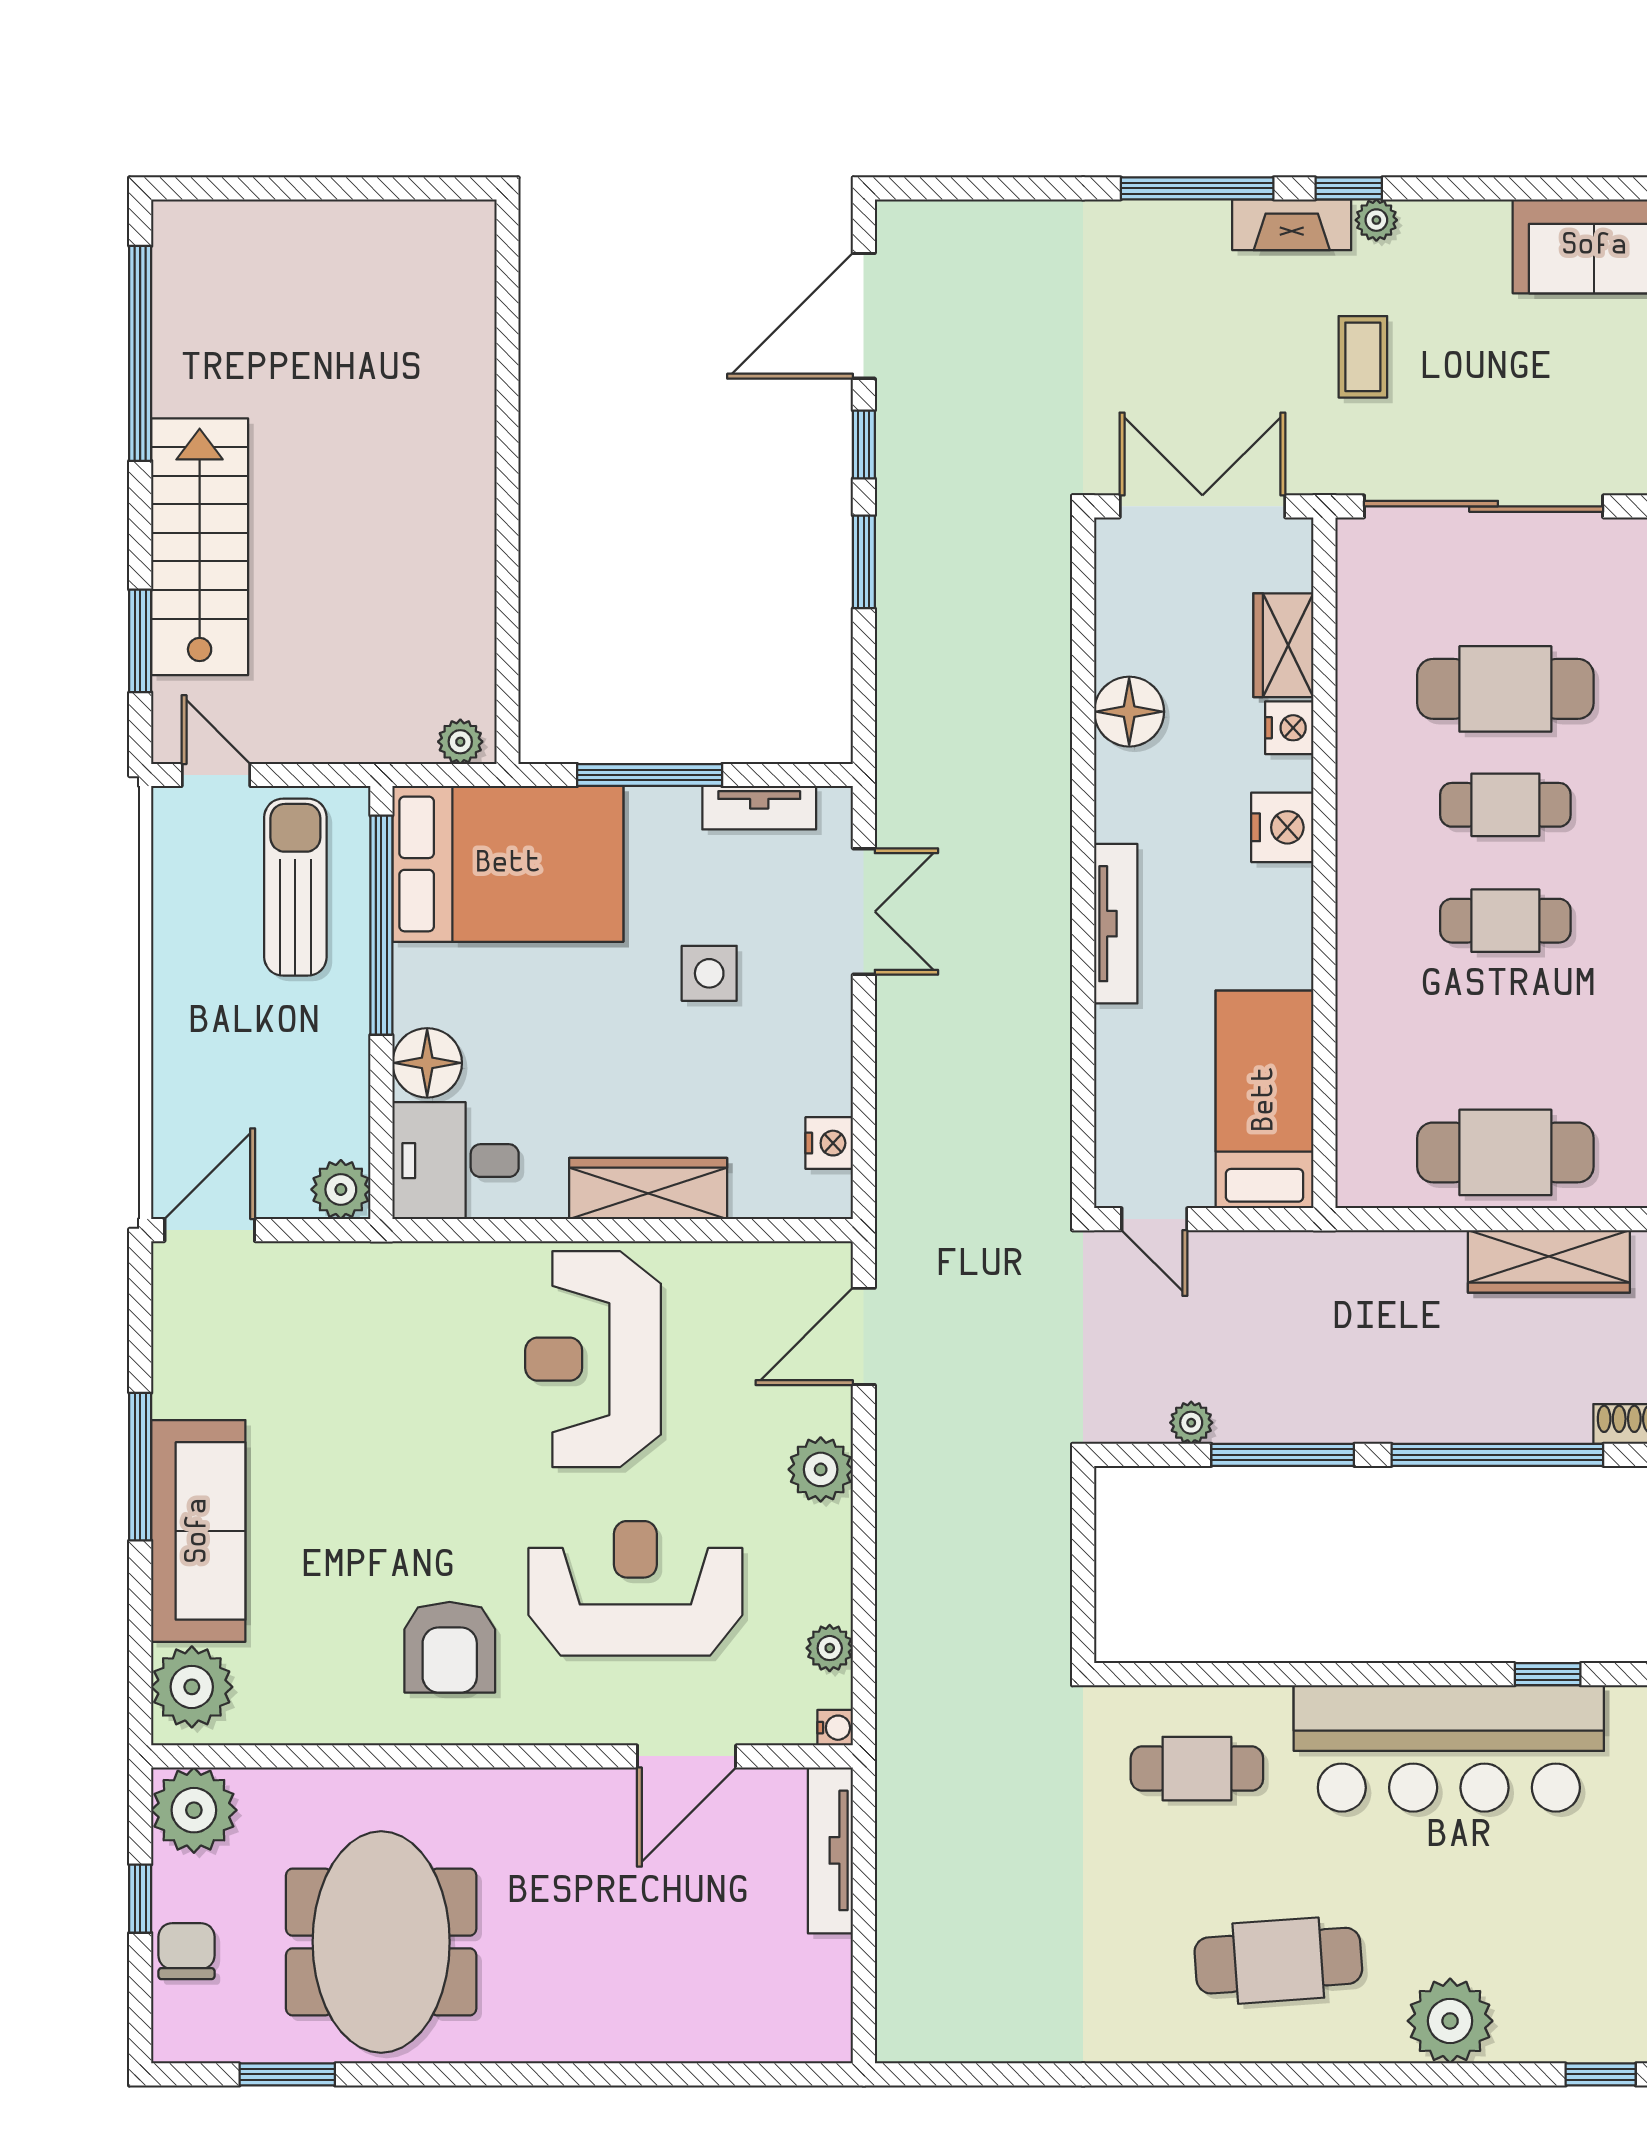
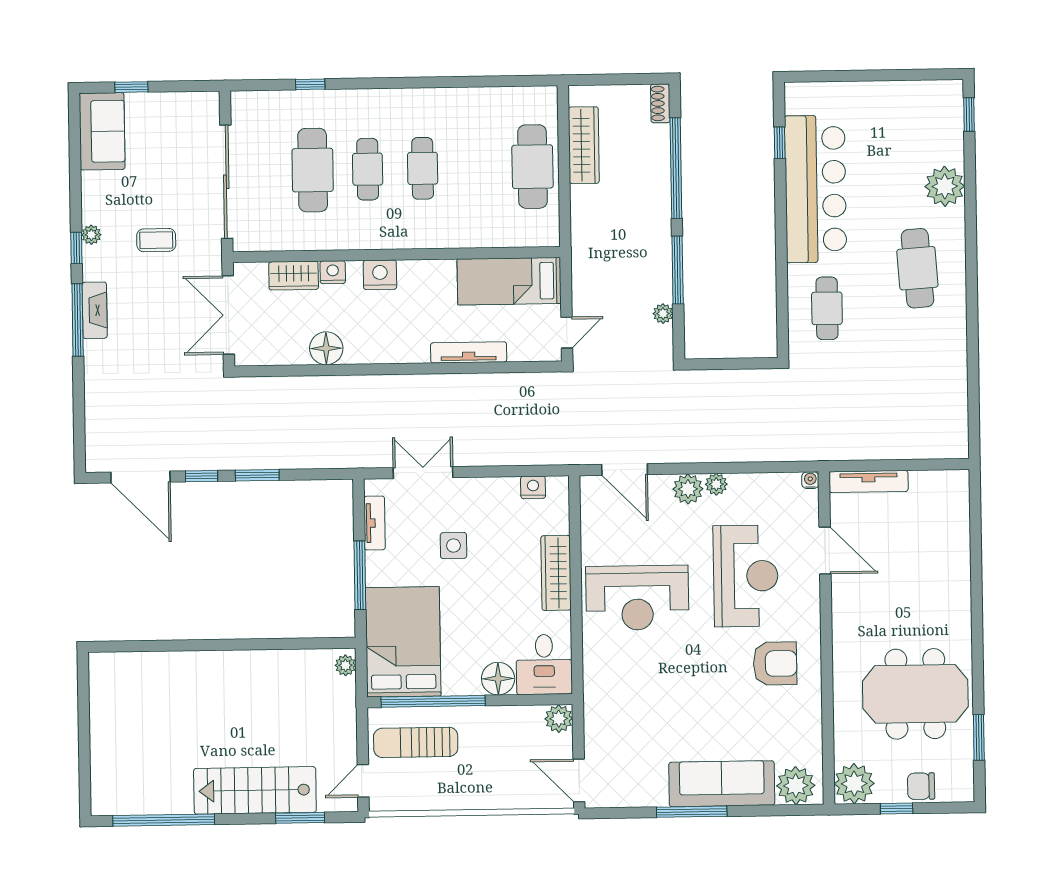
fireplace: (1292, 225) -> (95, 310), moved
tv unit: (1116, 924) -> (469, 352), moved
reception desk: (635, 1588) -> (746, 576), turned 180
plant: (830, 1648) -> (716, 484), moved

